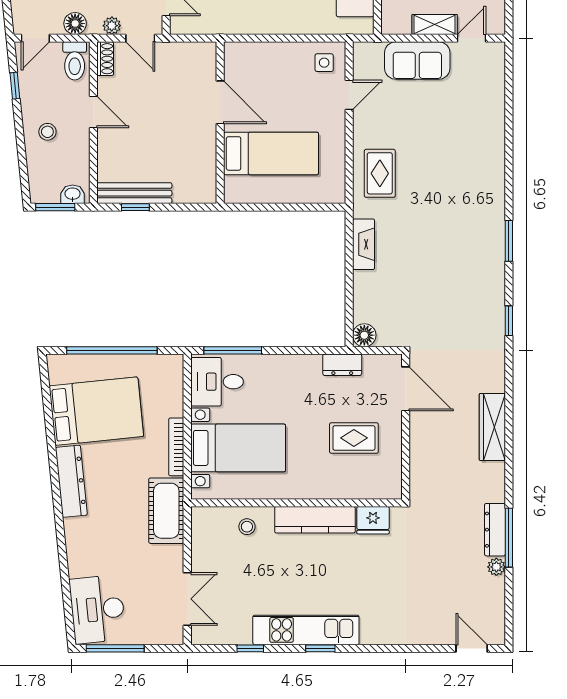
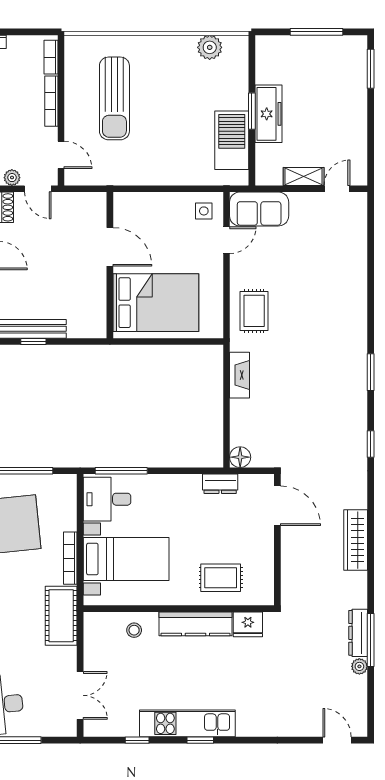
sofa: (417, 60) -> (259, 209), moved
bed: (271, 153) -> (156, 303), width x1.50
rug: (354, 438) -> (221, 578), moved

